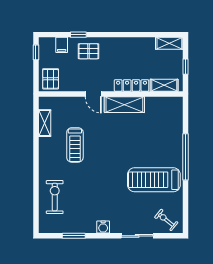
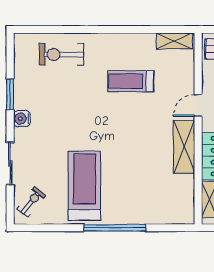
shelving: (45, 123) -> (175, 41), moved
exercise bike: (55, 197) -> (61, 54), turned 180
window: (74, 236) -> (10, 94), moved

